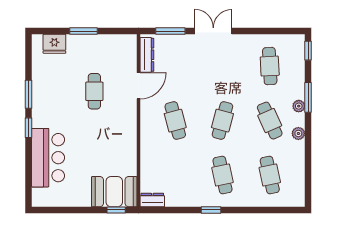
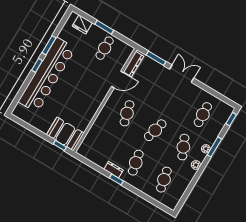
cafe table: (94, 91) -> (105, 48), moved
bar counter: (48, 158) -> (47, 75), width x1.86
dresser: (152, 200) -> (114, 170), moved

